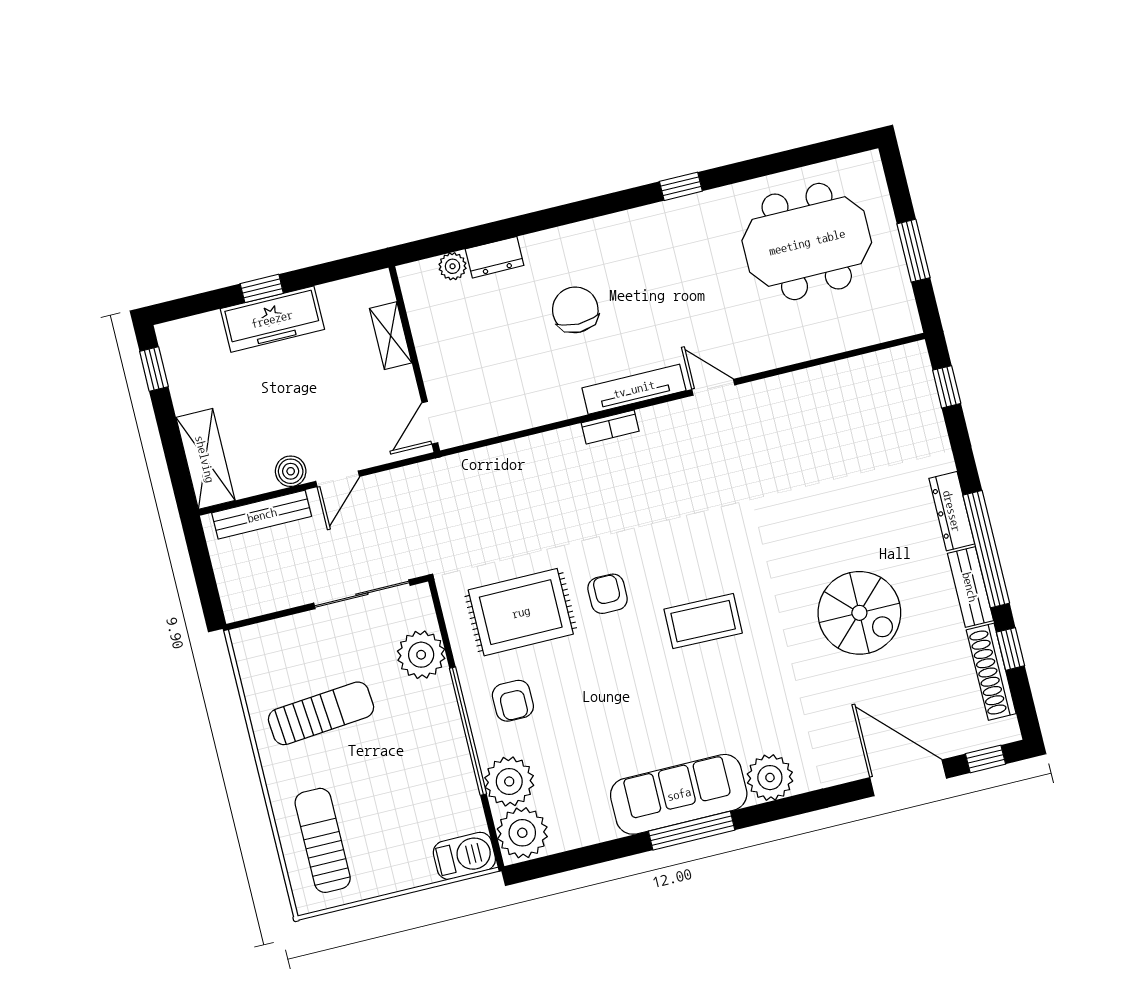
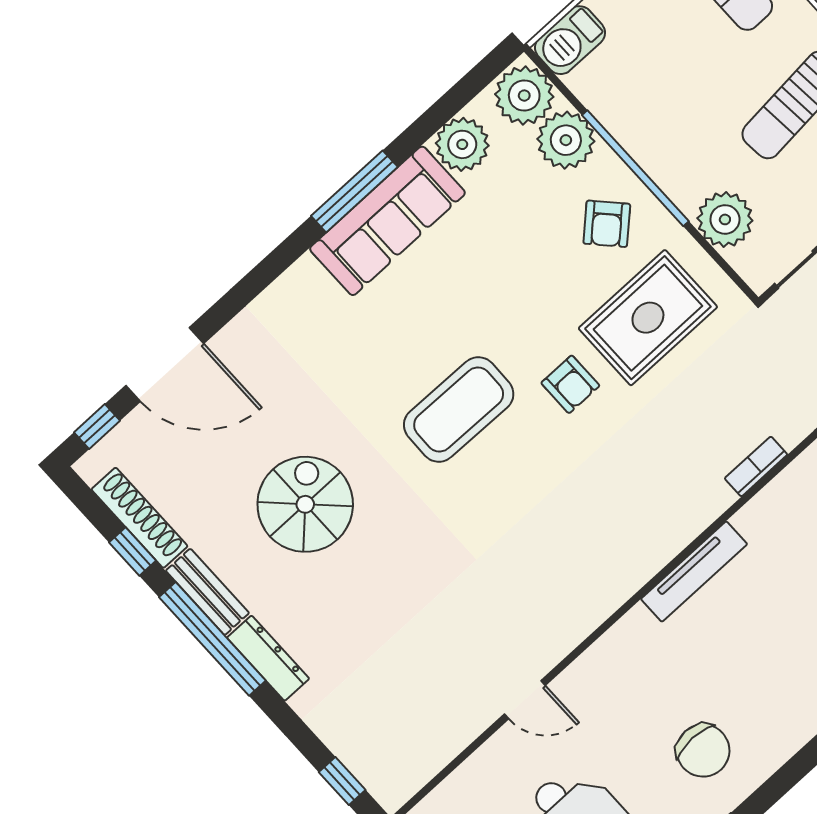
chair: (575, 310) -> (703, 750), moved
door: (713, 387) -> (525, 700), moved
tv unit: (634, 389) -> (694, 572), moved
bookcase: (610, 427) -> (756, 466), moved
spiral stairs: (859, 613) -> (305, 504), turned 90
coffee table: (703, 621) -> (459, 409), width x1.36, depth x1.32
armchair: (513, 701) -> (607, 224), turned -133
plant: (770, 778) -> (462, 144), moved

